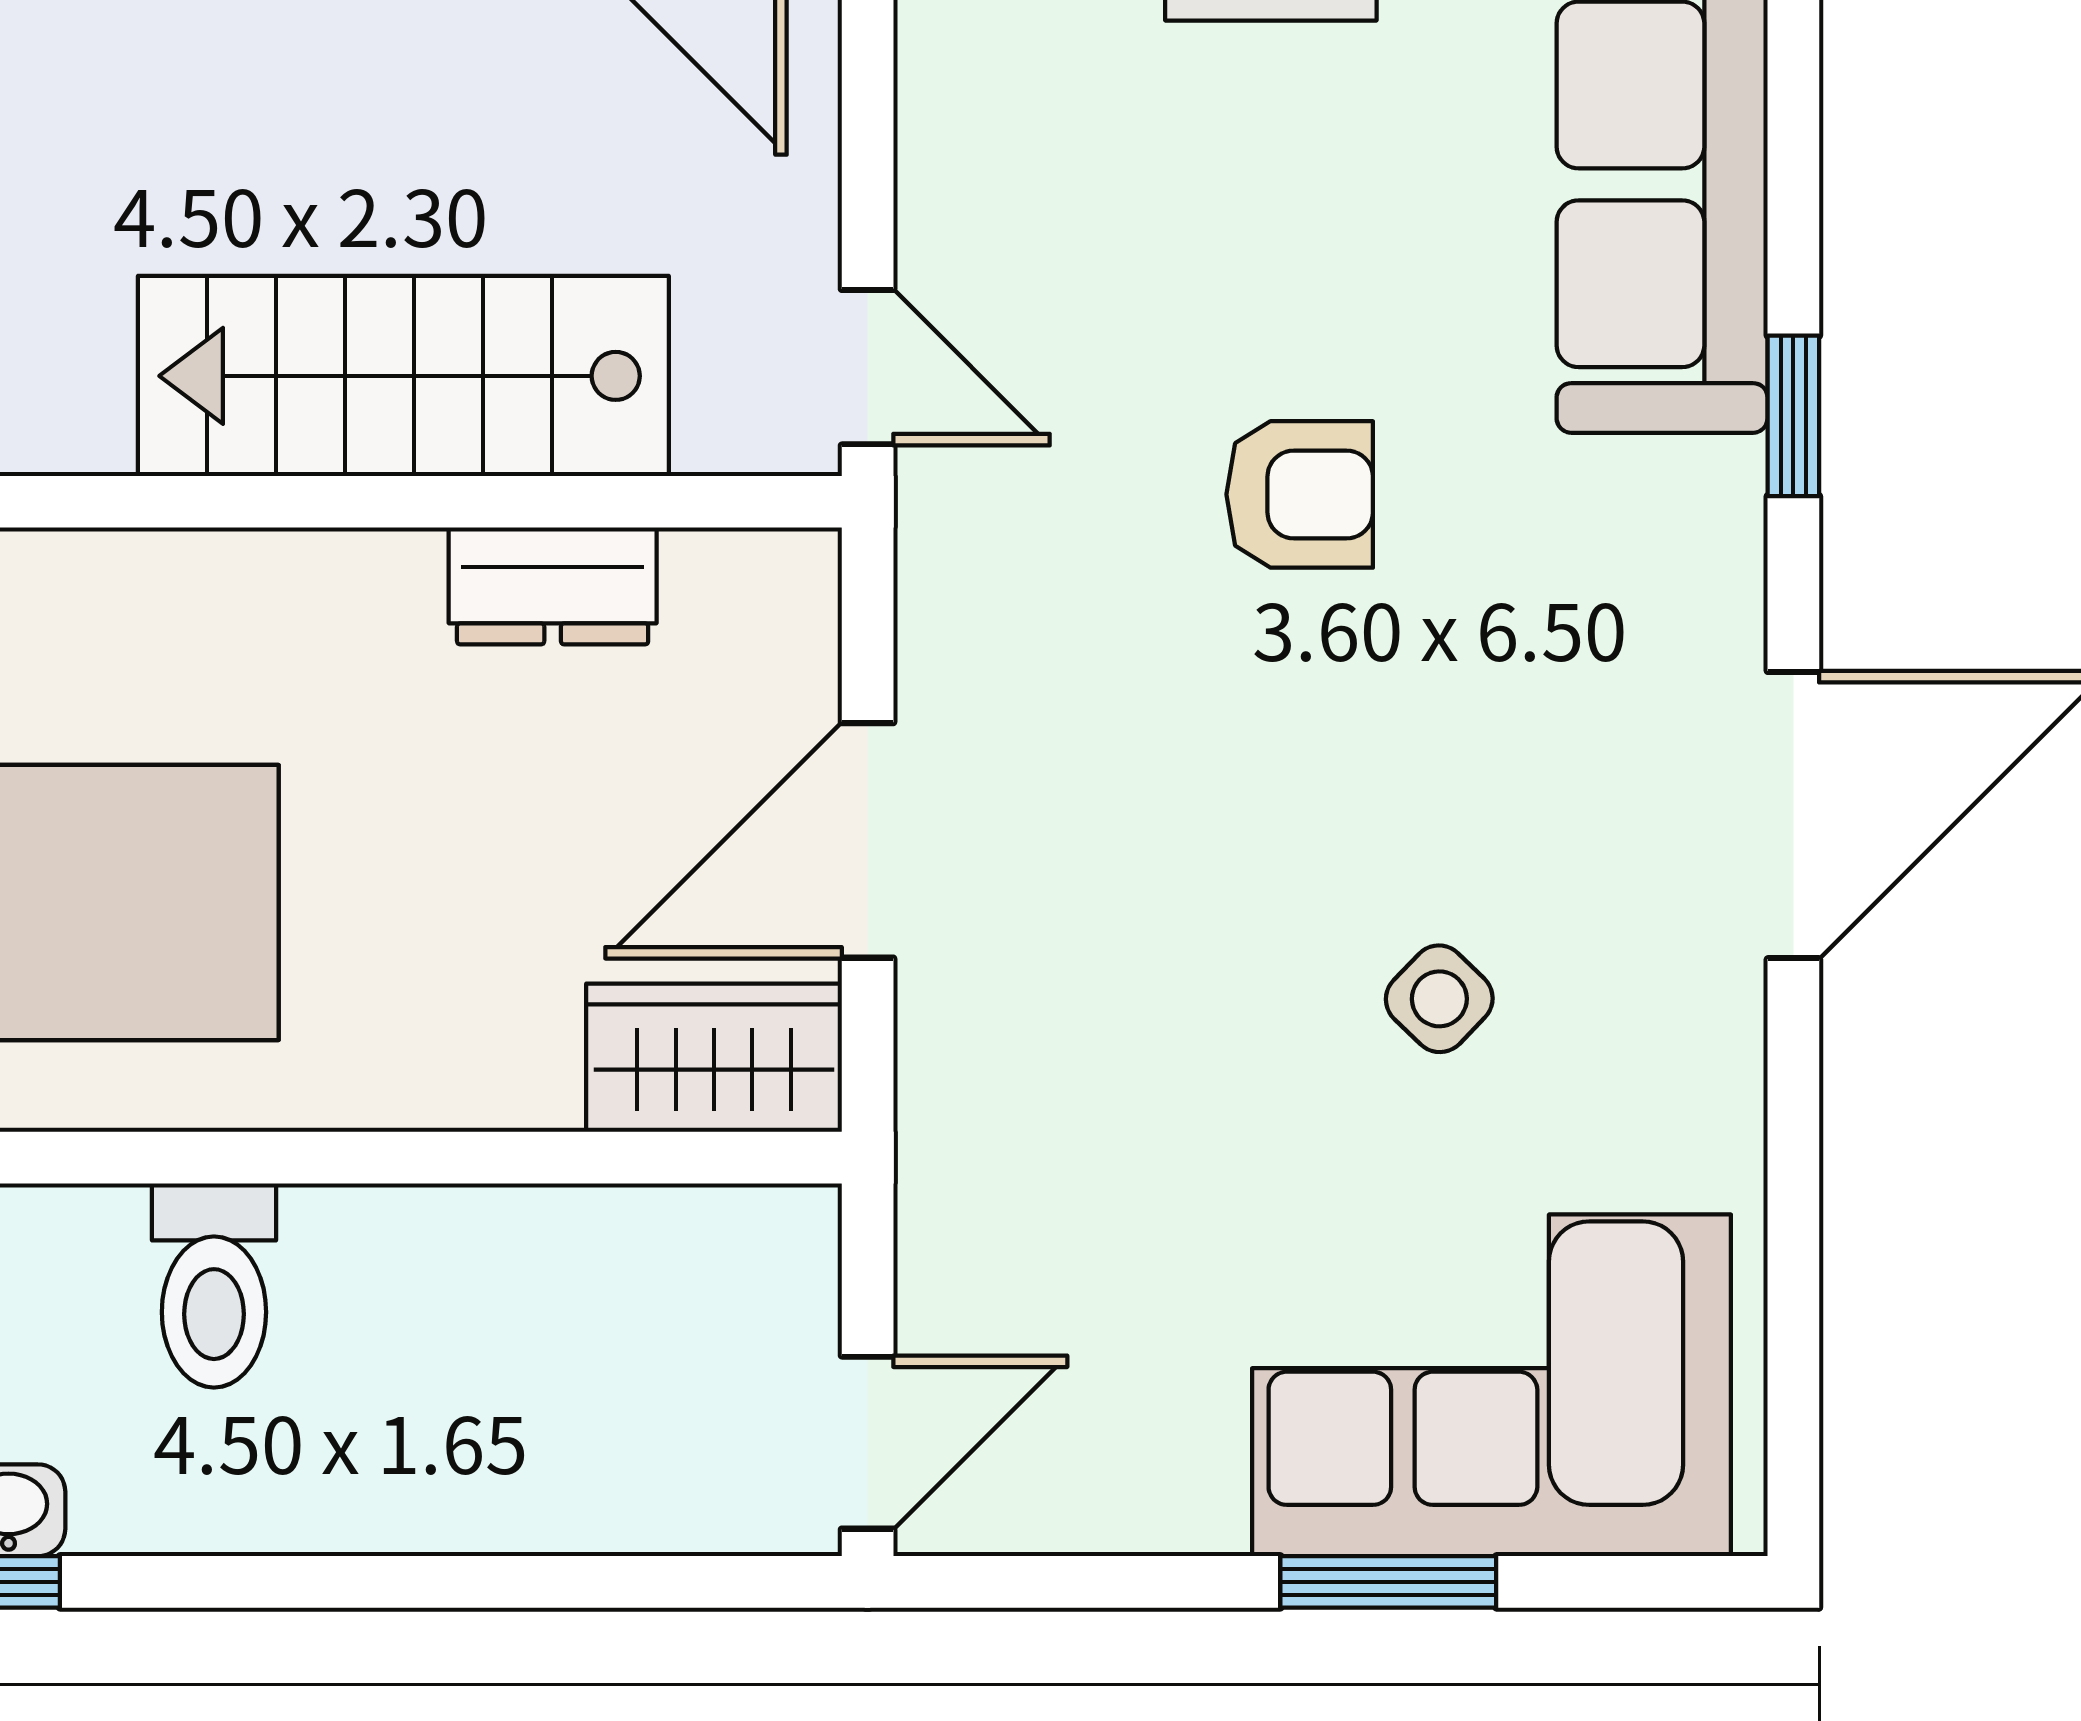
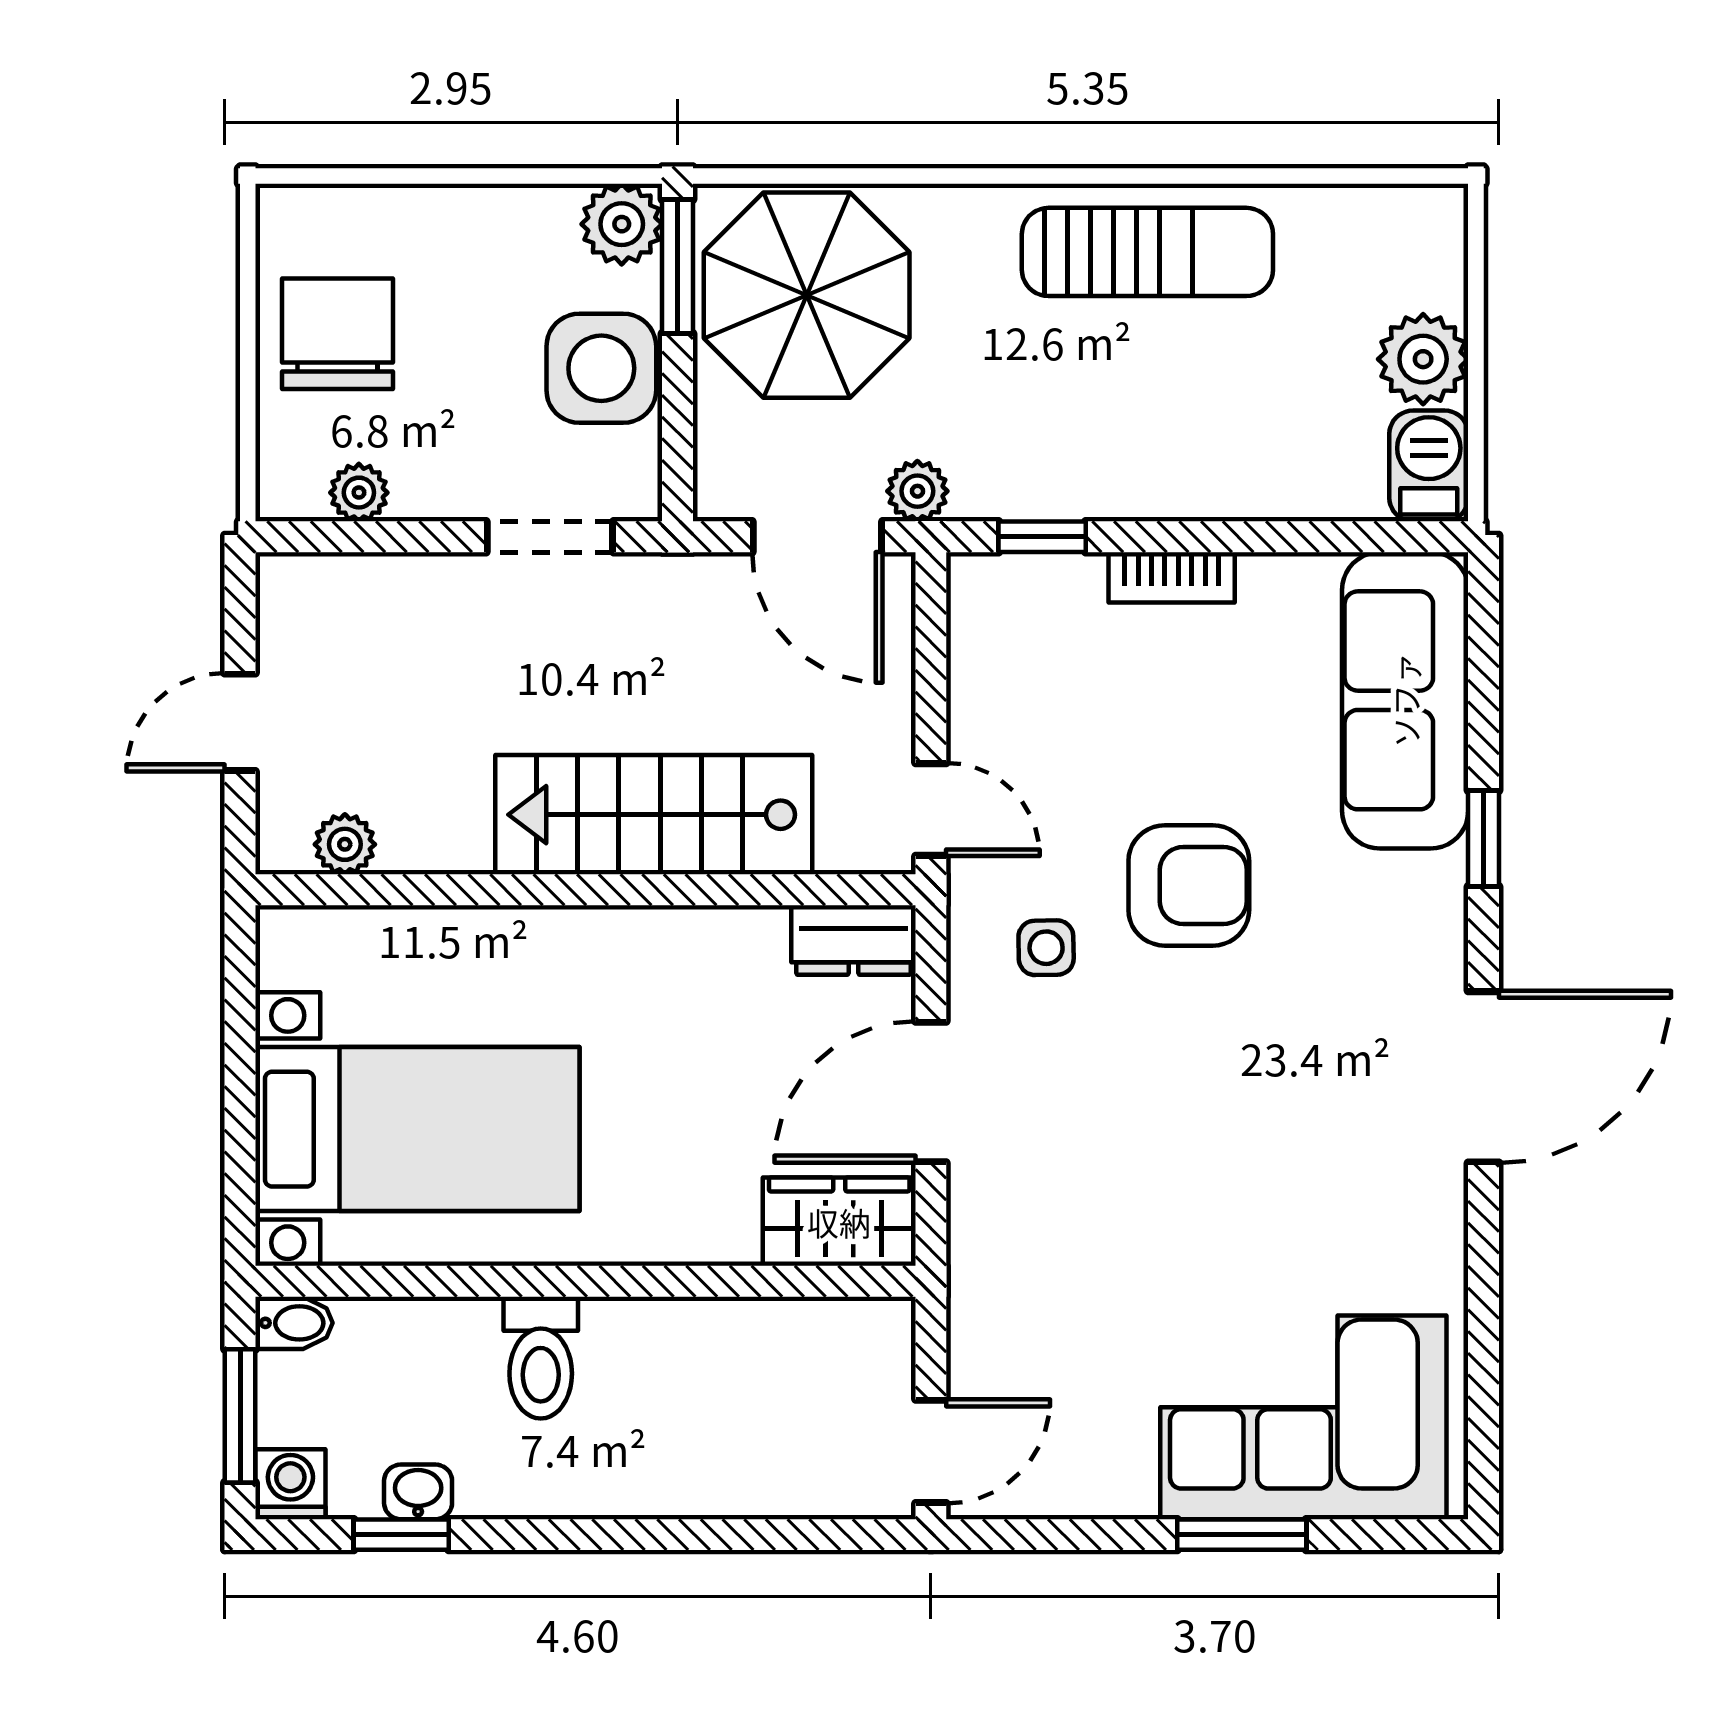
armchair: (1300, 494) -> (1189, 885), width x1.38, depth x1.38
dresser: (553, 586) -> (853, 940), moved
side table: (1439, 999) -> (1046, 948), moved, turned 45

